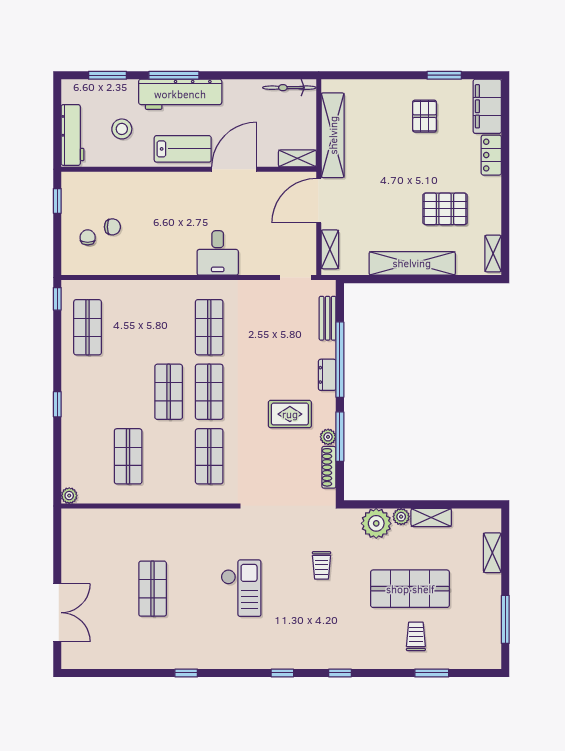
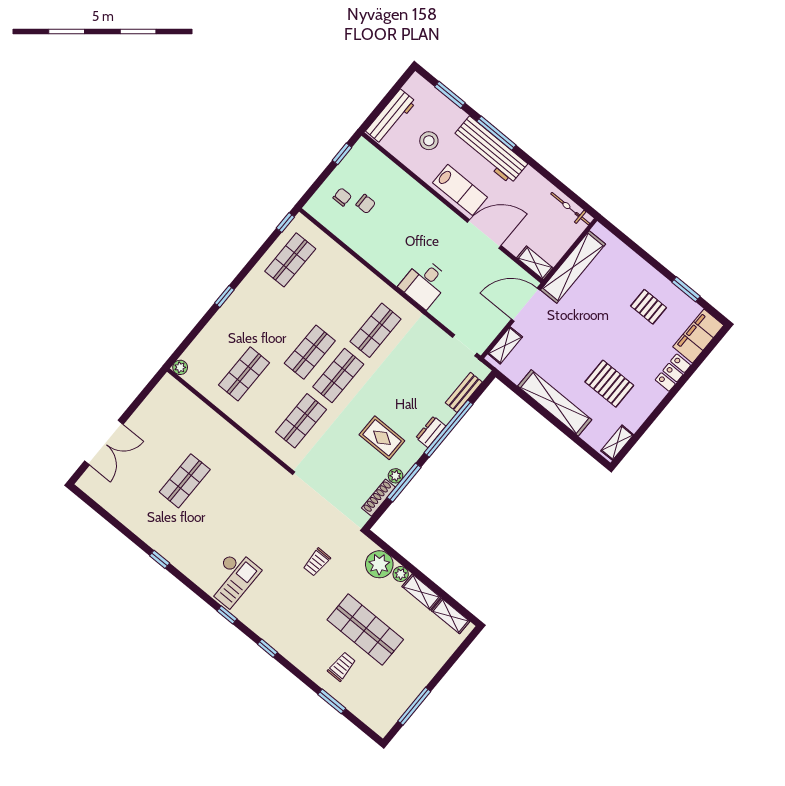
pallet: (425, 116) -> (649, 307), turned 90
shelving: (492, 553) -> (451, 616), moved, turned 90
checkout: (241, 588) -> (232, 578), moved

